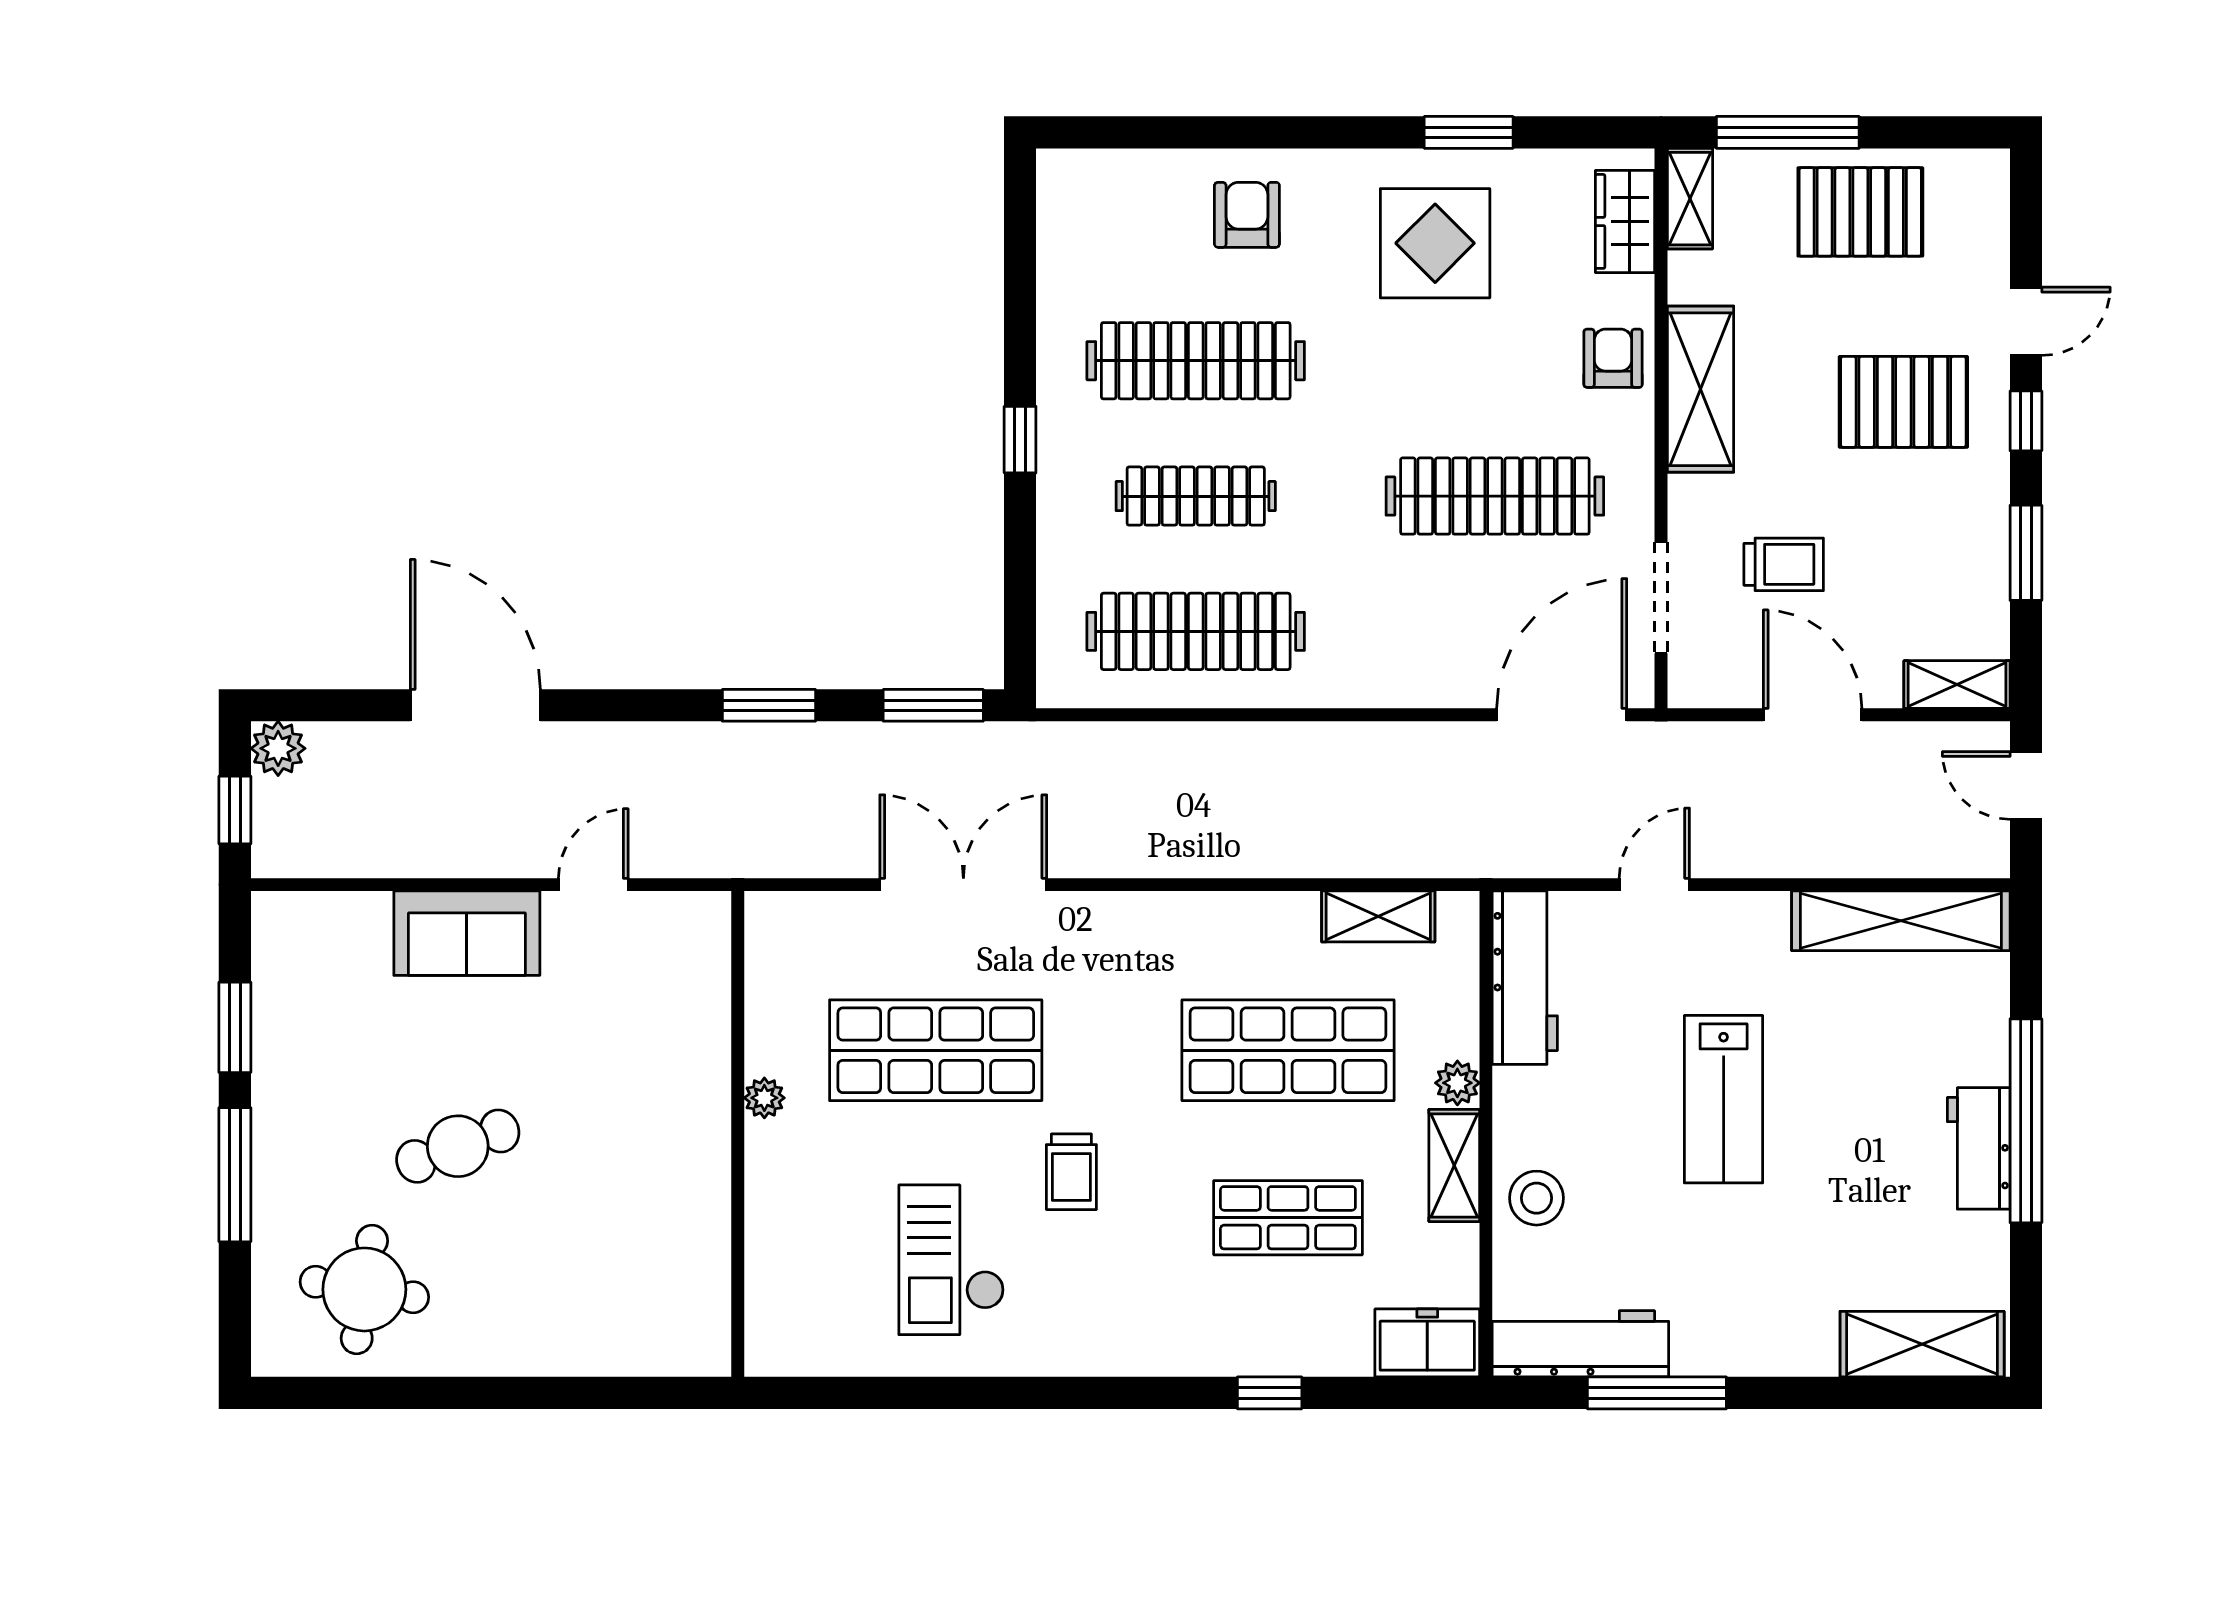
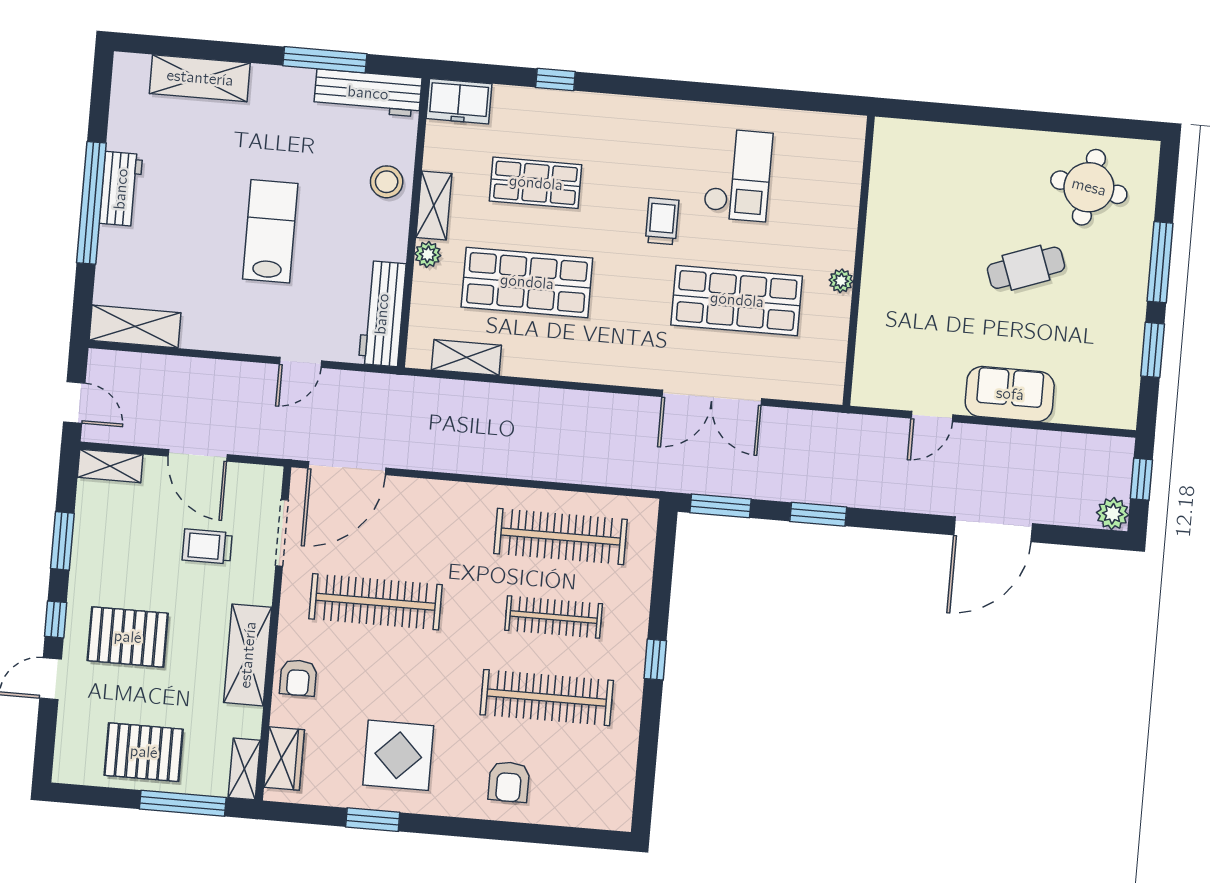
door: (475, 705) -> (993, 529), hinge flipped
shelving: (1901, 921) -> (135, 327), width x0.68
shelving: (1922, 1344) -> (200, 78), moved

